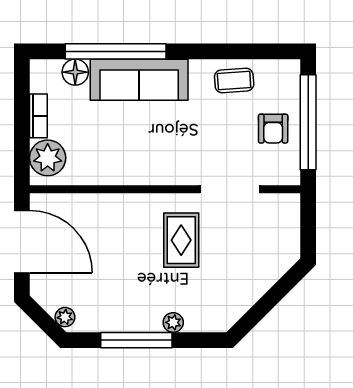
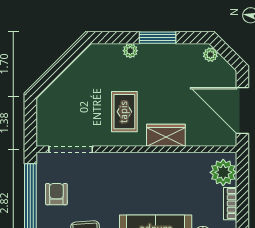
doorway: (230, 189) -> (71, 149), moved
wardrobe: (125, 208) -> (166, 135), added
window: (136, 340) -> (158, 38), width x0.69

